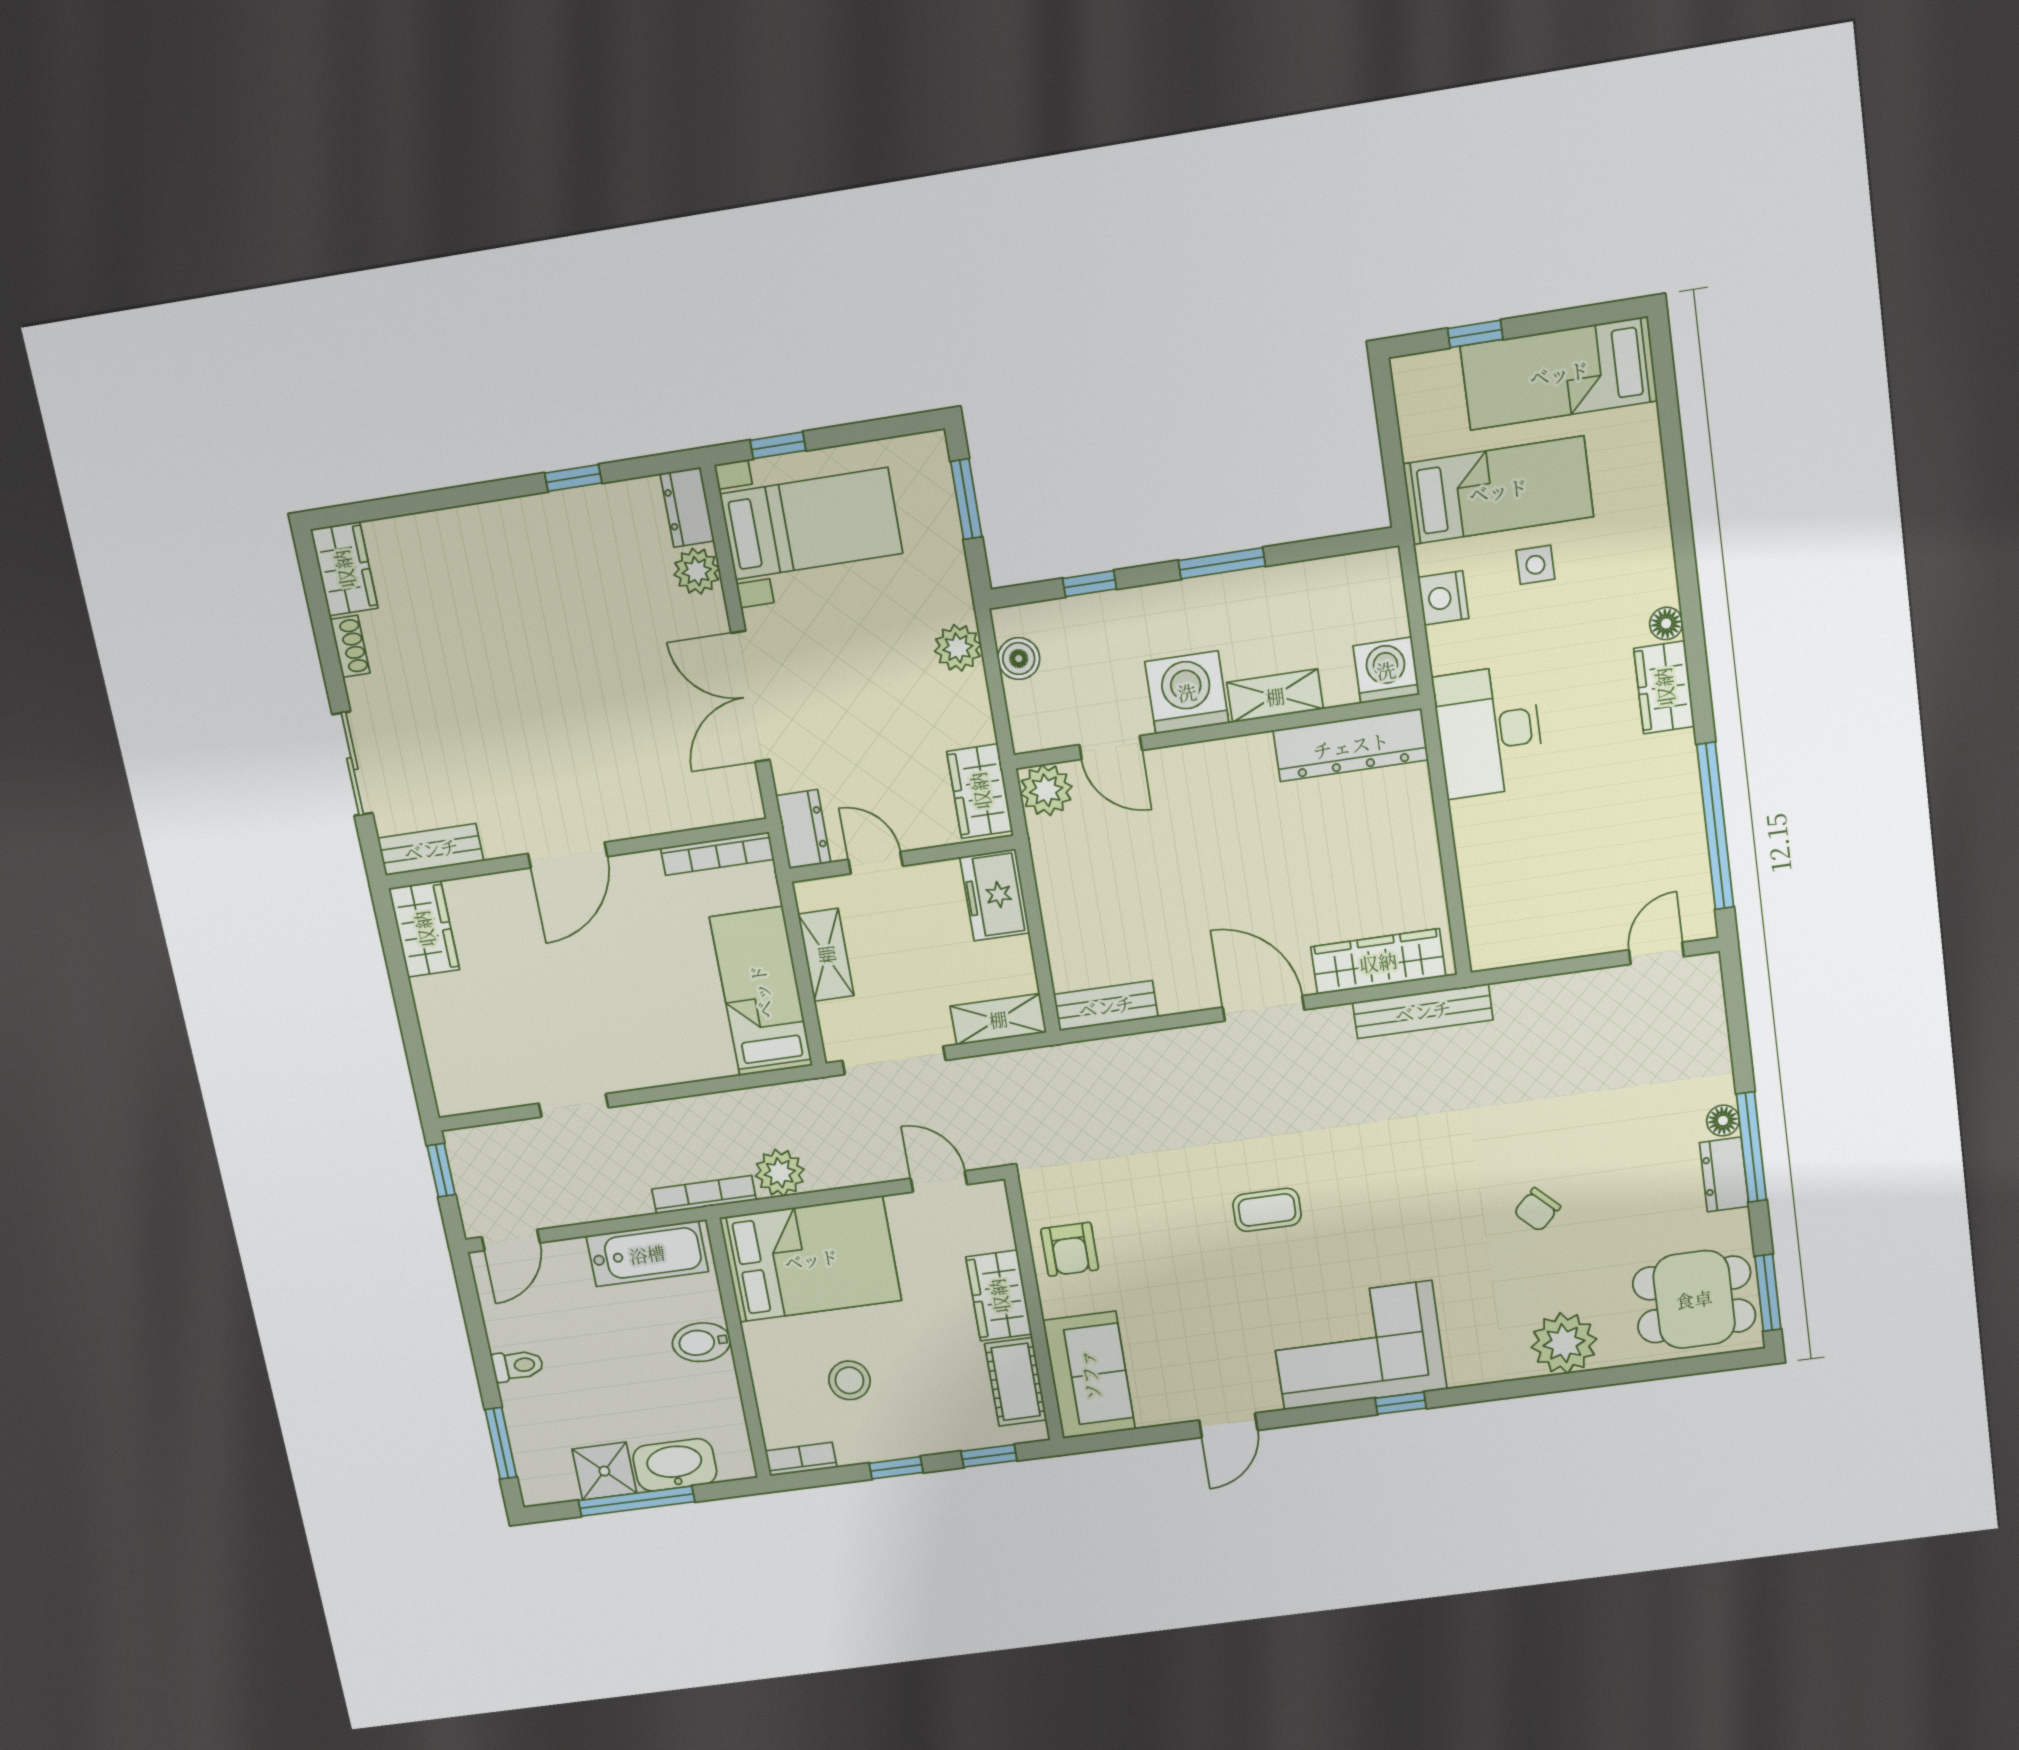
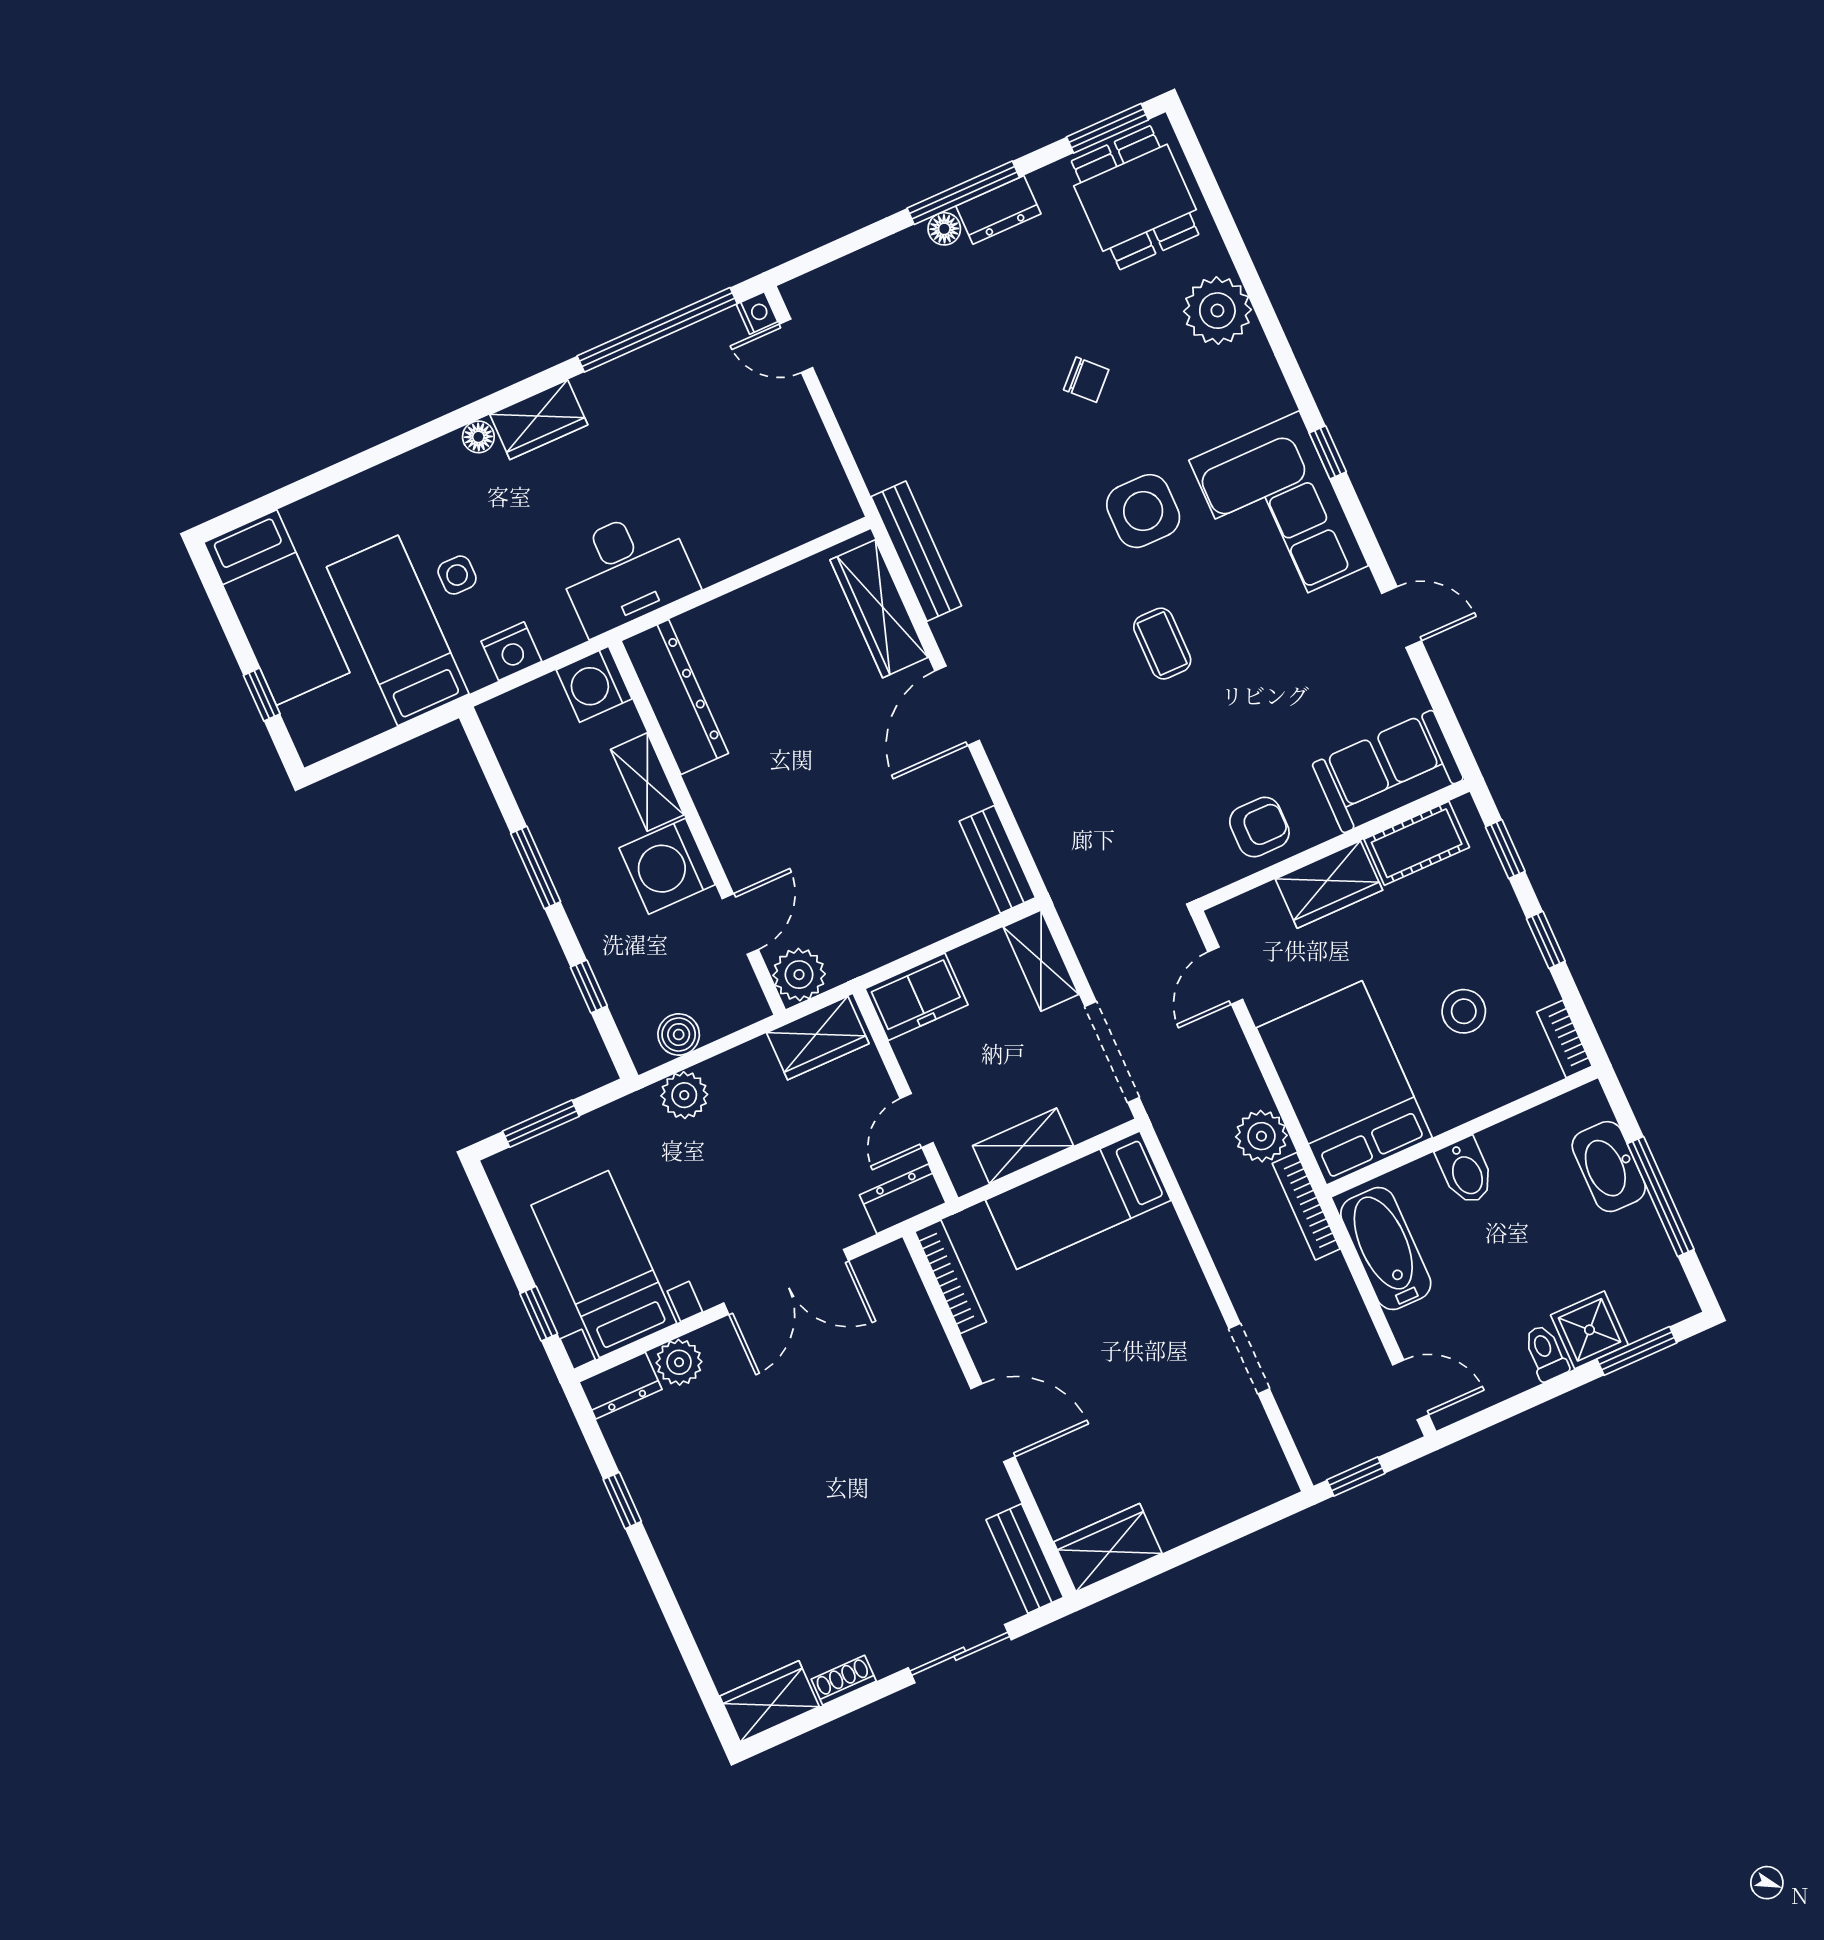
nightstand: (1700, 925) -> (757, 313), added
side table: (1397, 1227) -> (1143, 511), added
shower: (604, 1471) -> (1589, 1330), moved

